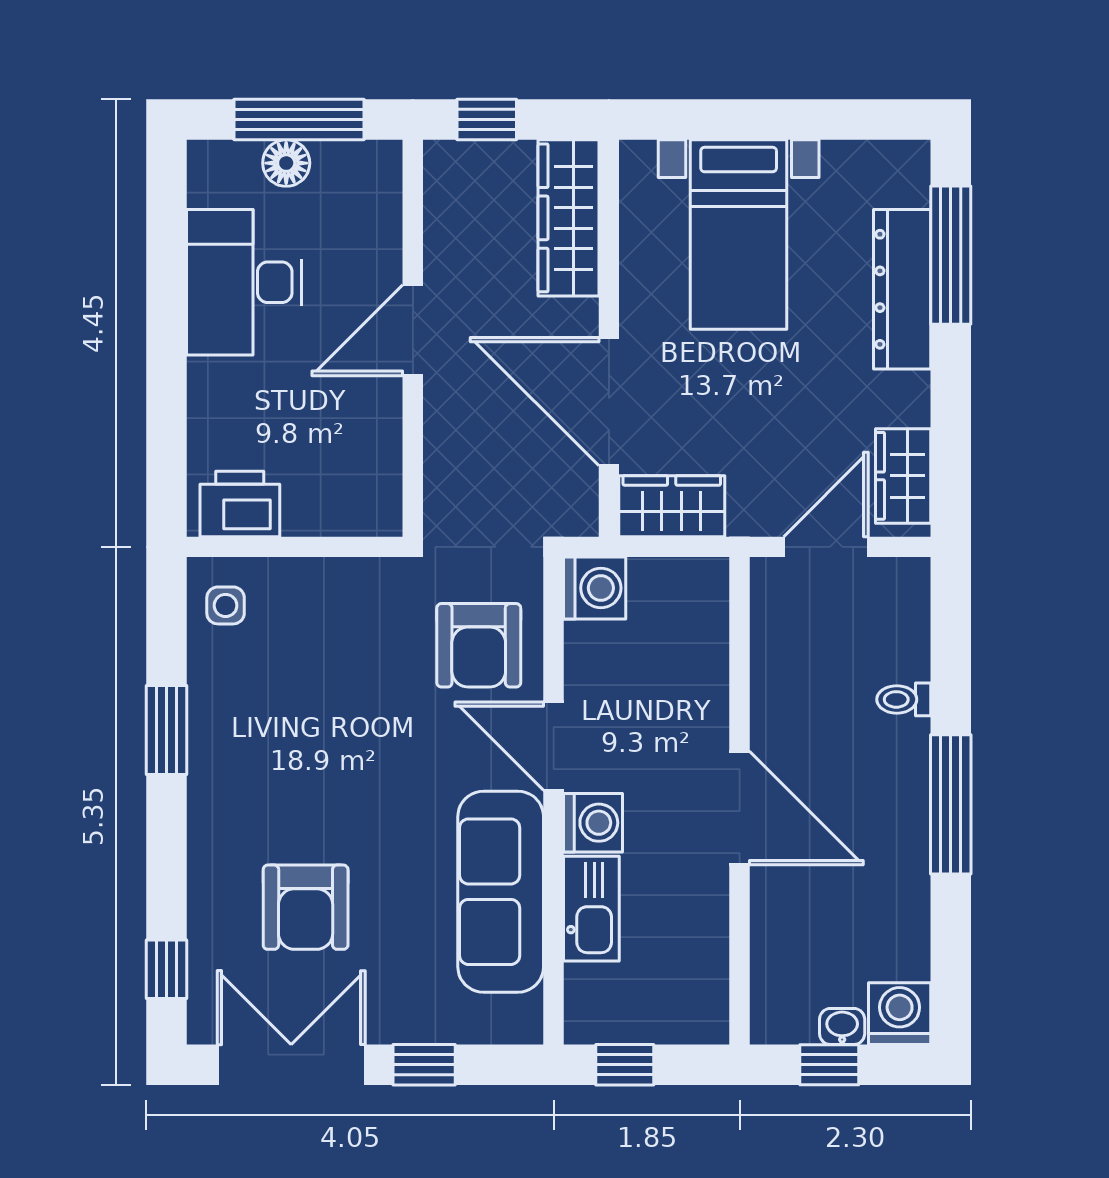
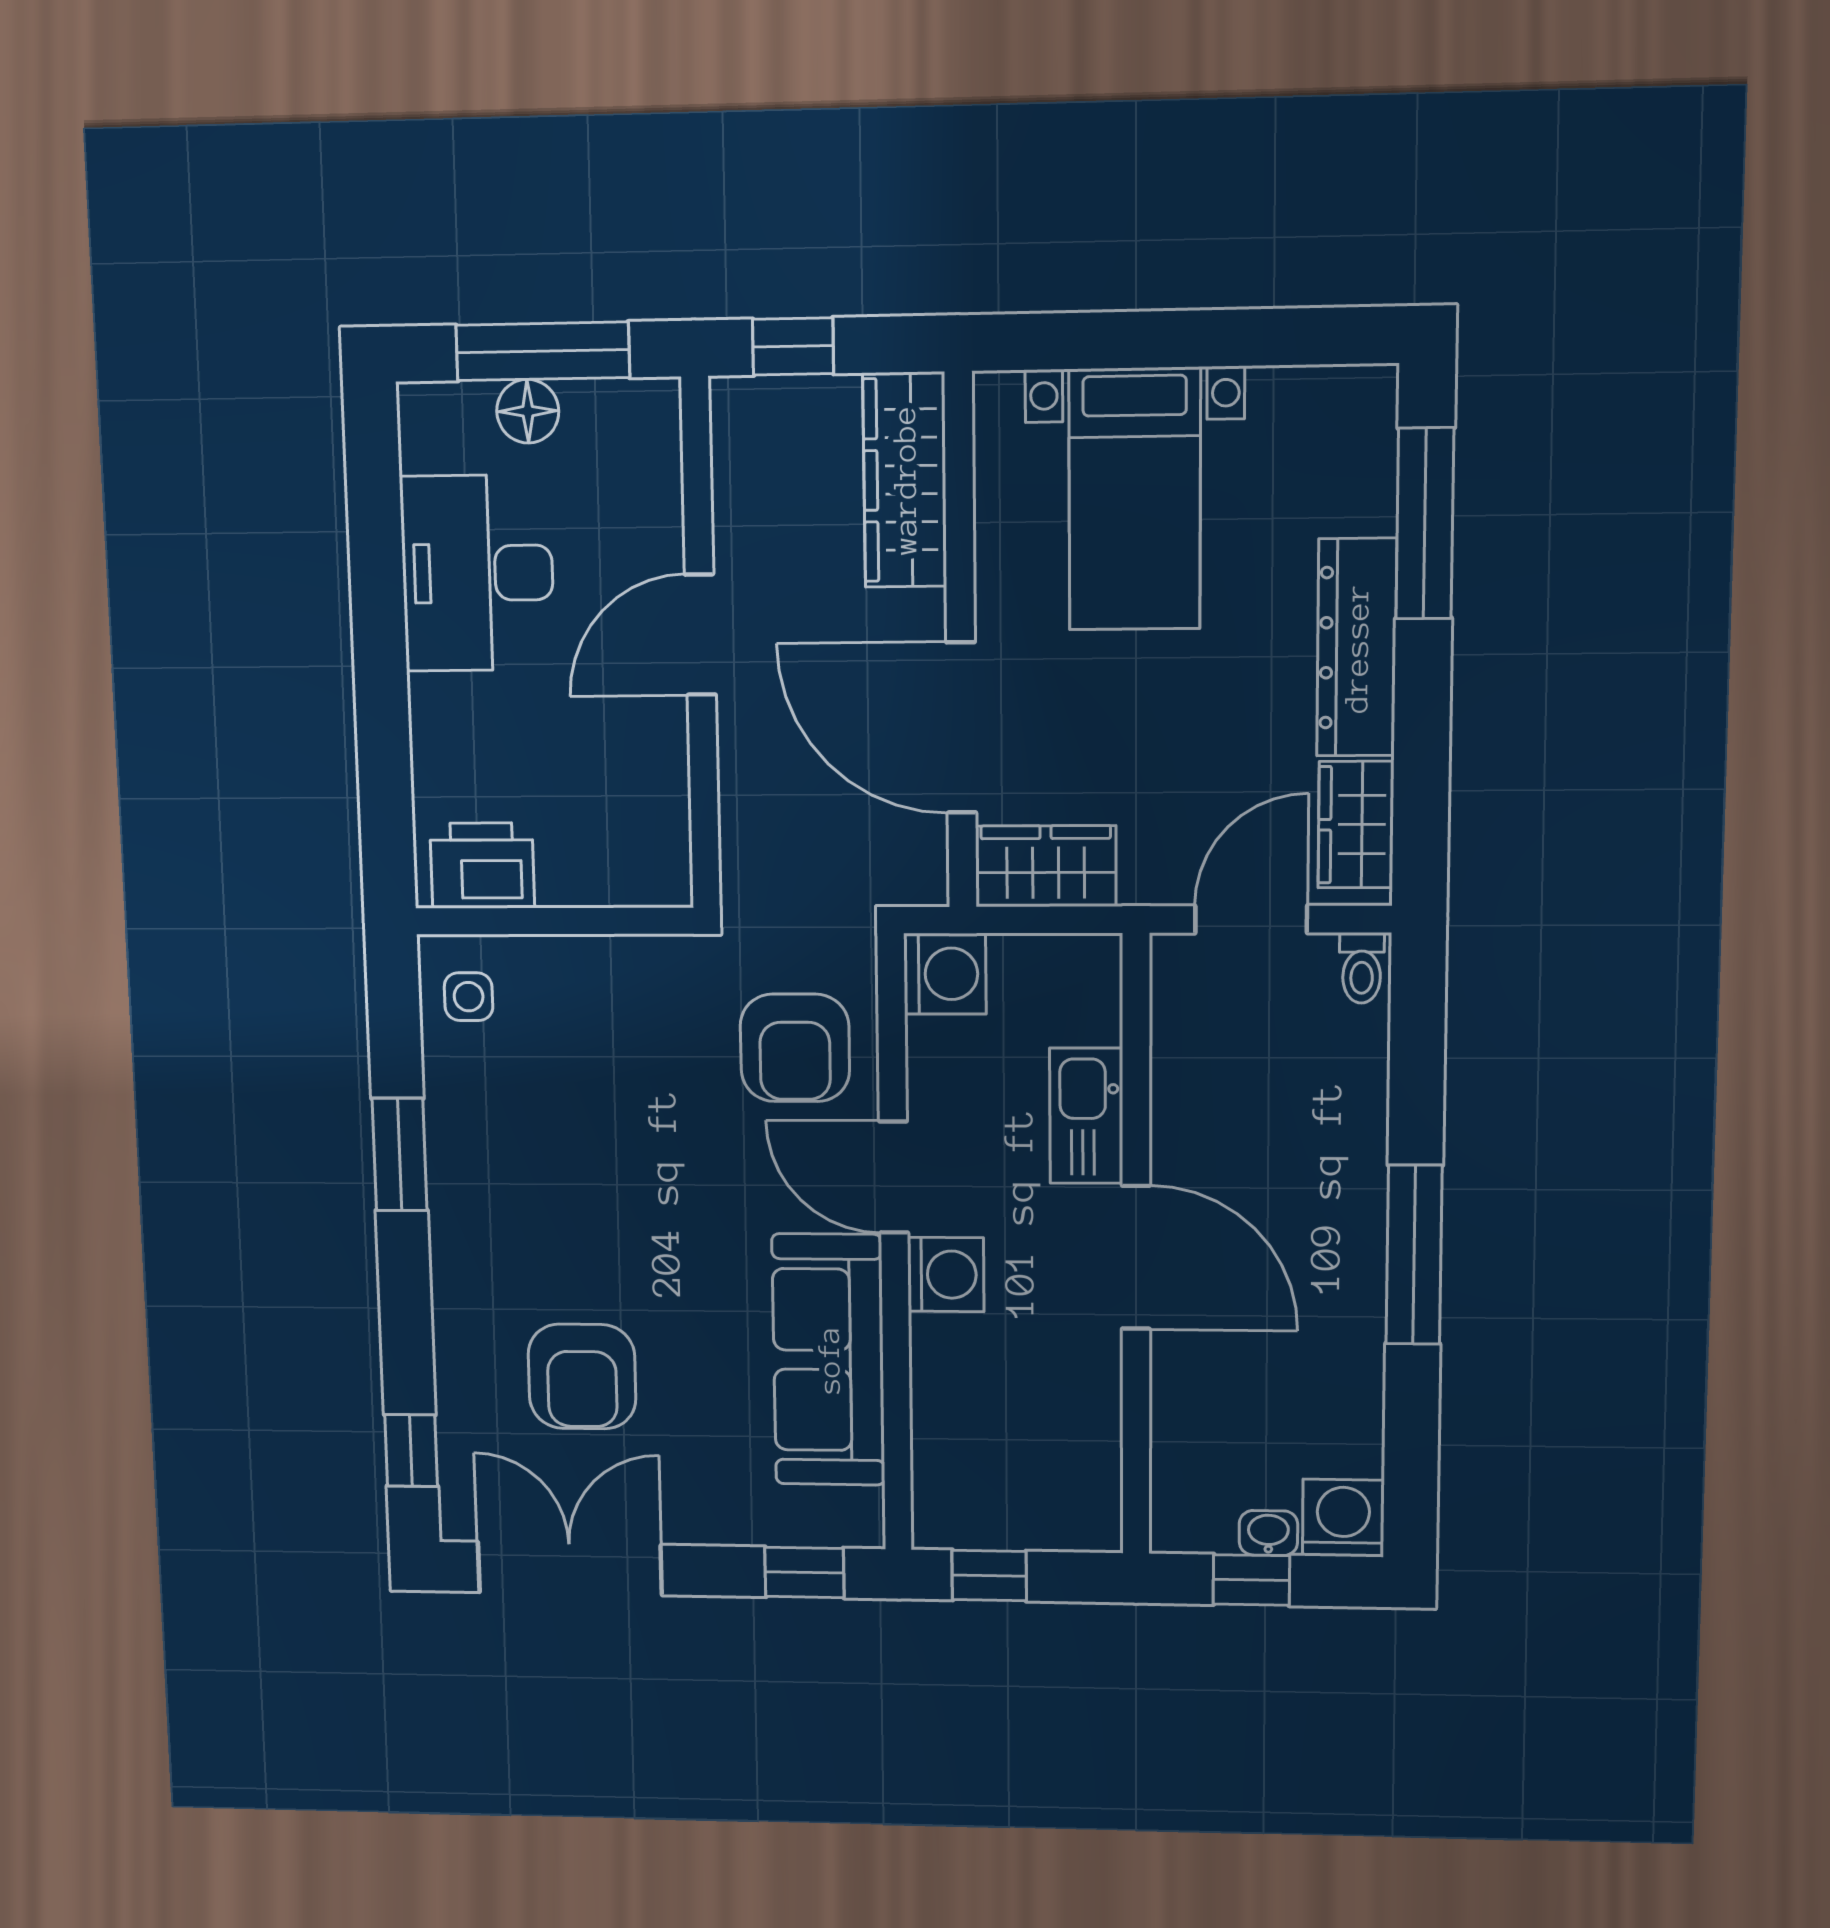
dresser: (902, 289) -> (1357, 648), moved
toilet: (904, 699) -> (1362, 968), moved, turned -90
kitchen sink: (591, 909) -> (1086, 1116), moved, turned 180
window: (424, 1065) -> (804, 1572), moved

